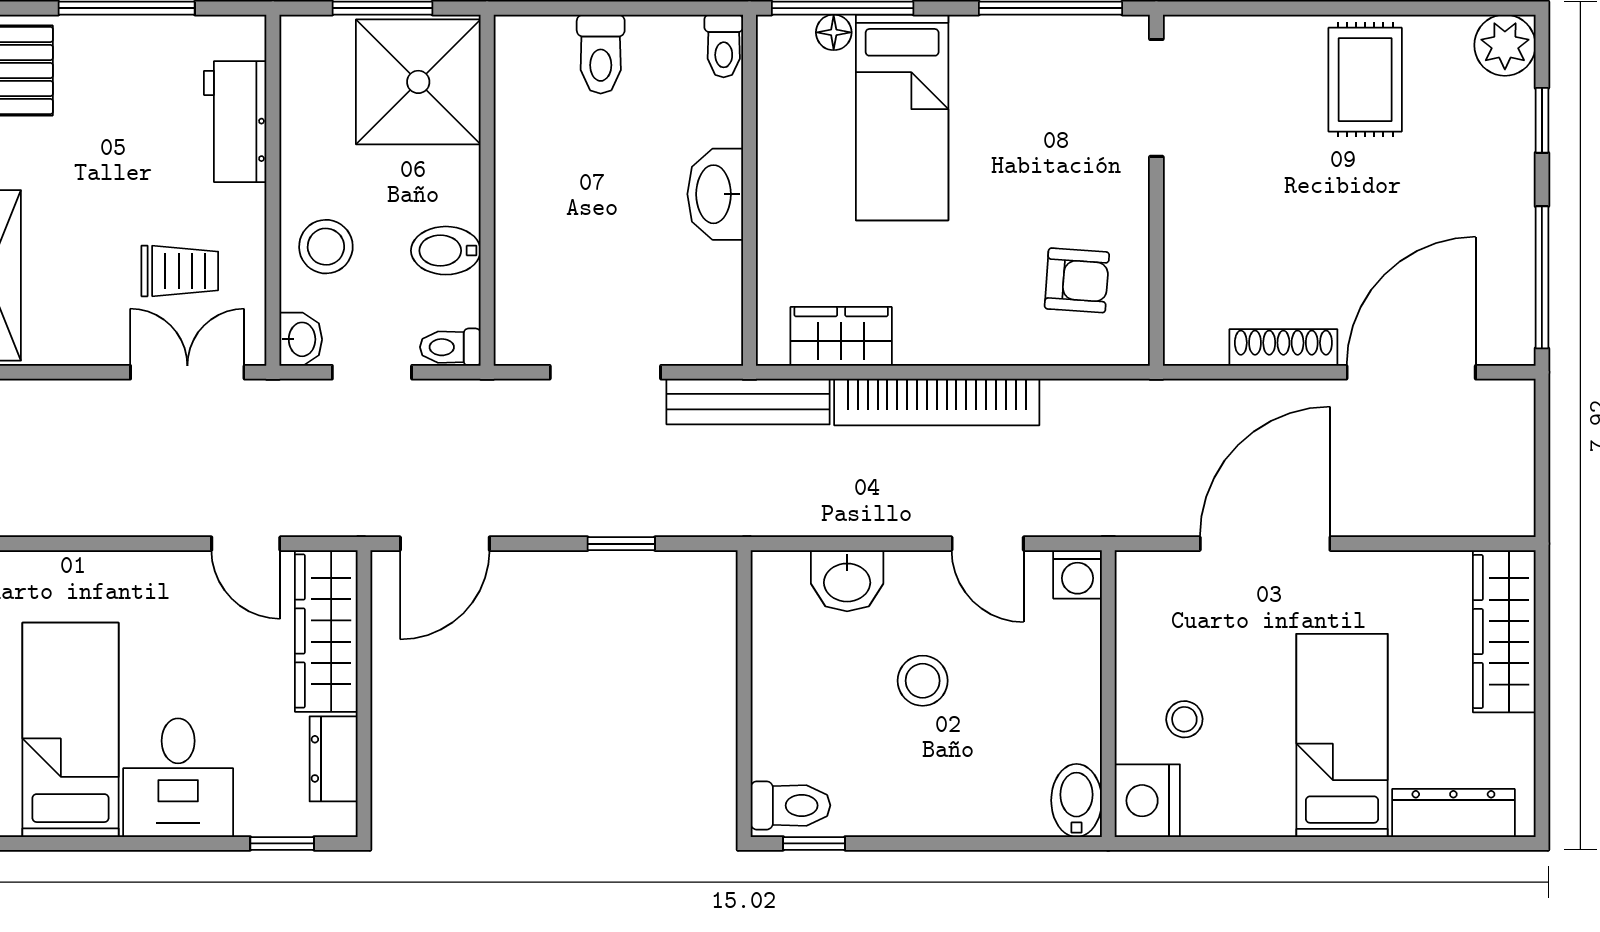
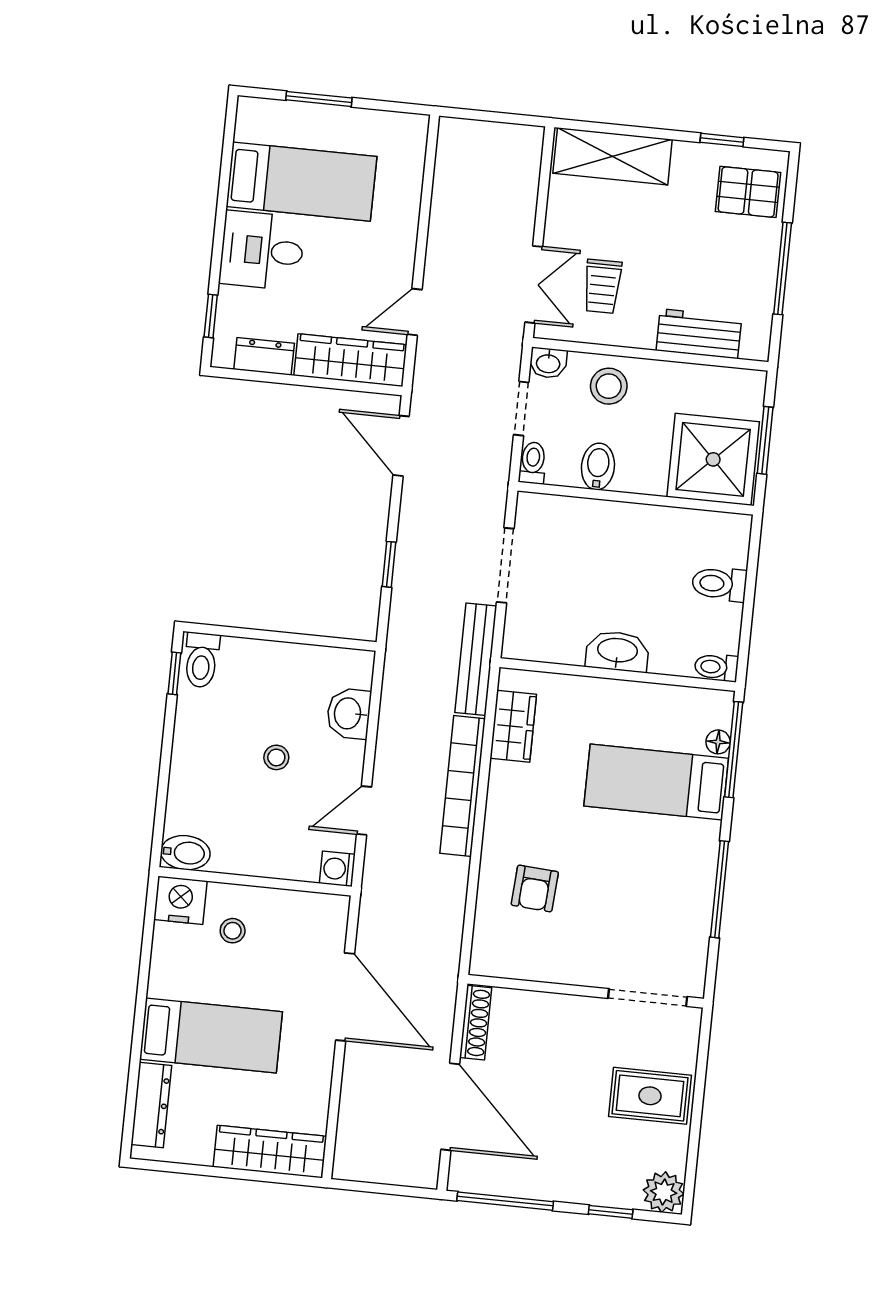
doorway: (1156, 98) -> (648, 997), moved
wall: (1156, 190) -> (586, 991), moved
stool: (923, 681) -> (276, 757), width x0.73, depth x0.73

